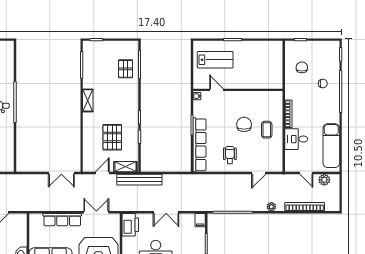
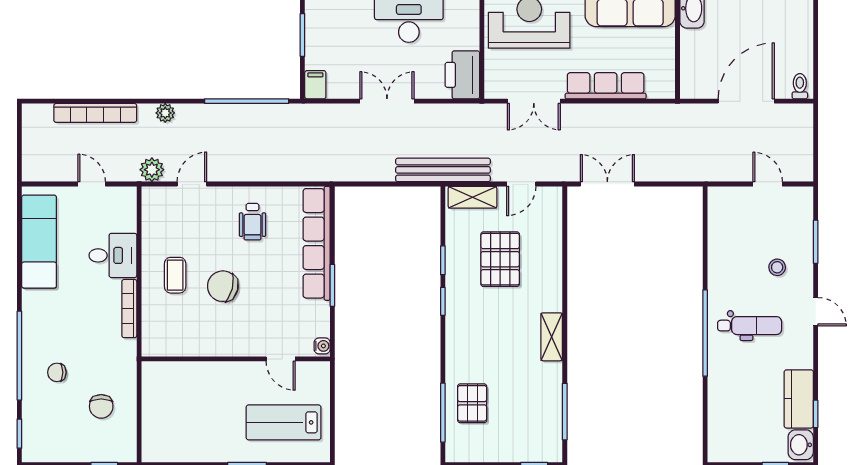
chair: (244, 124) -> (223, 286), turned 104
plant: (324, 180) -> (152, 170), moved

